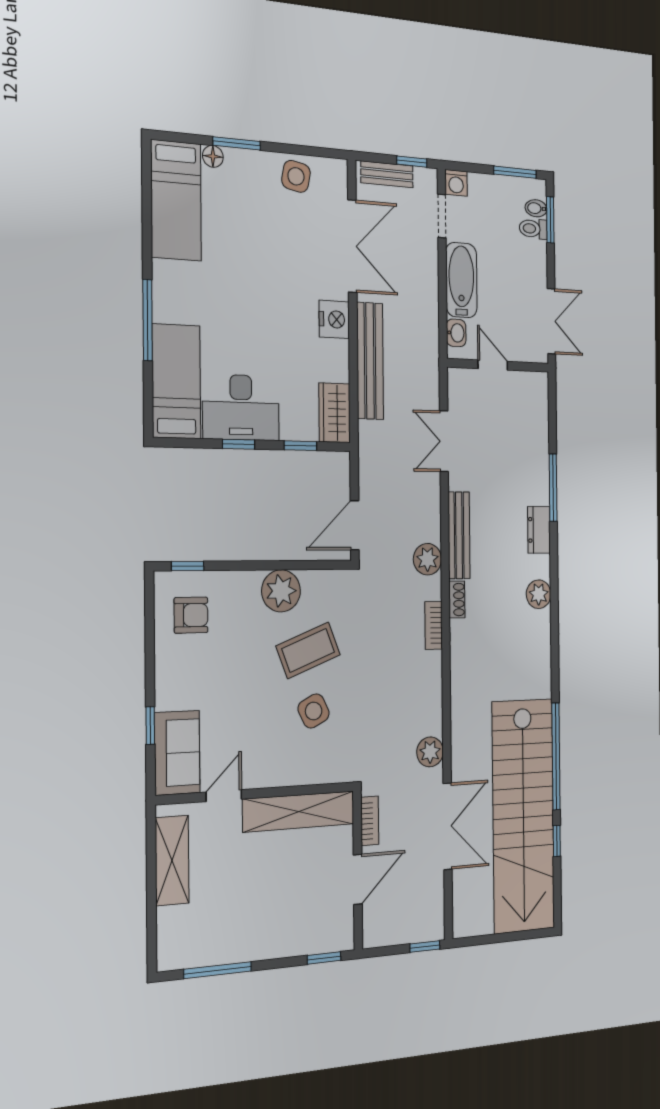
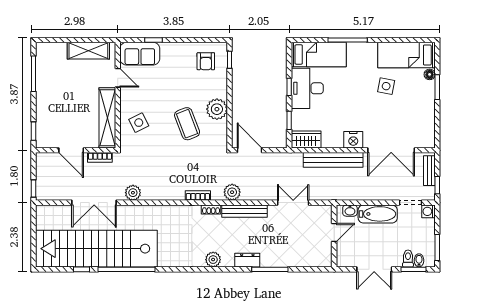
side table: (296, 176) -> (386, 86), moved
double door: (551, 321) -> (374, 269), moved
side table: (314, 711) -> (139, 123), moved

